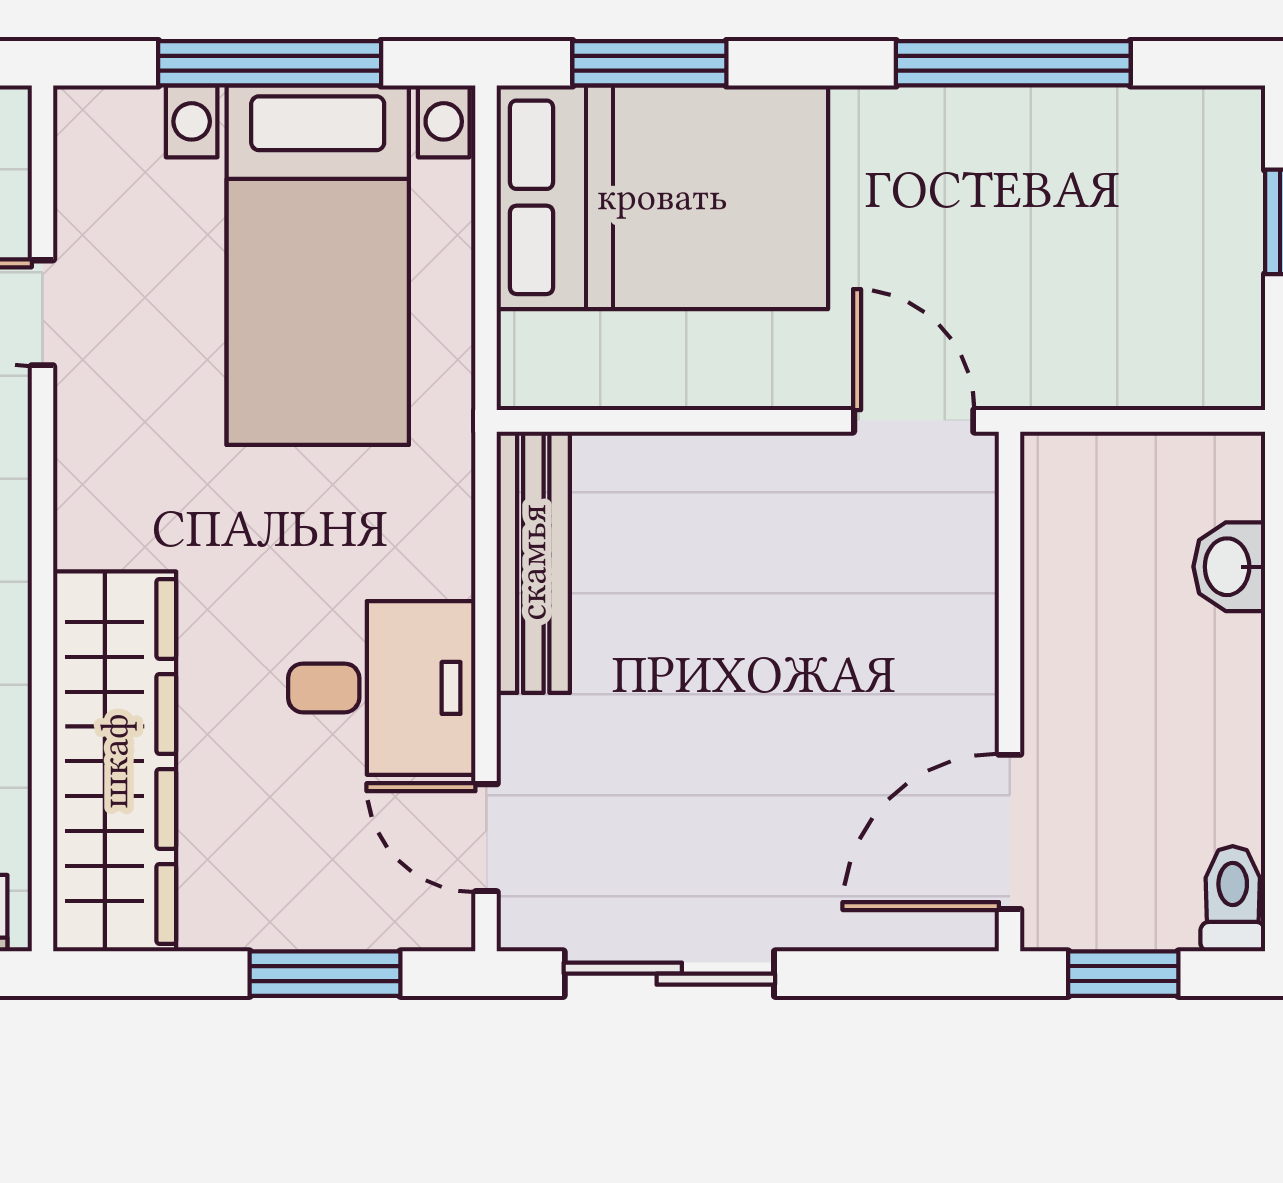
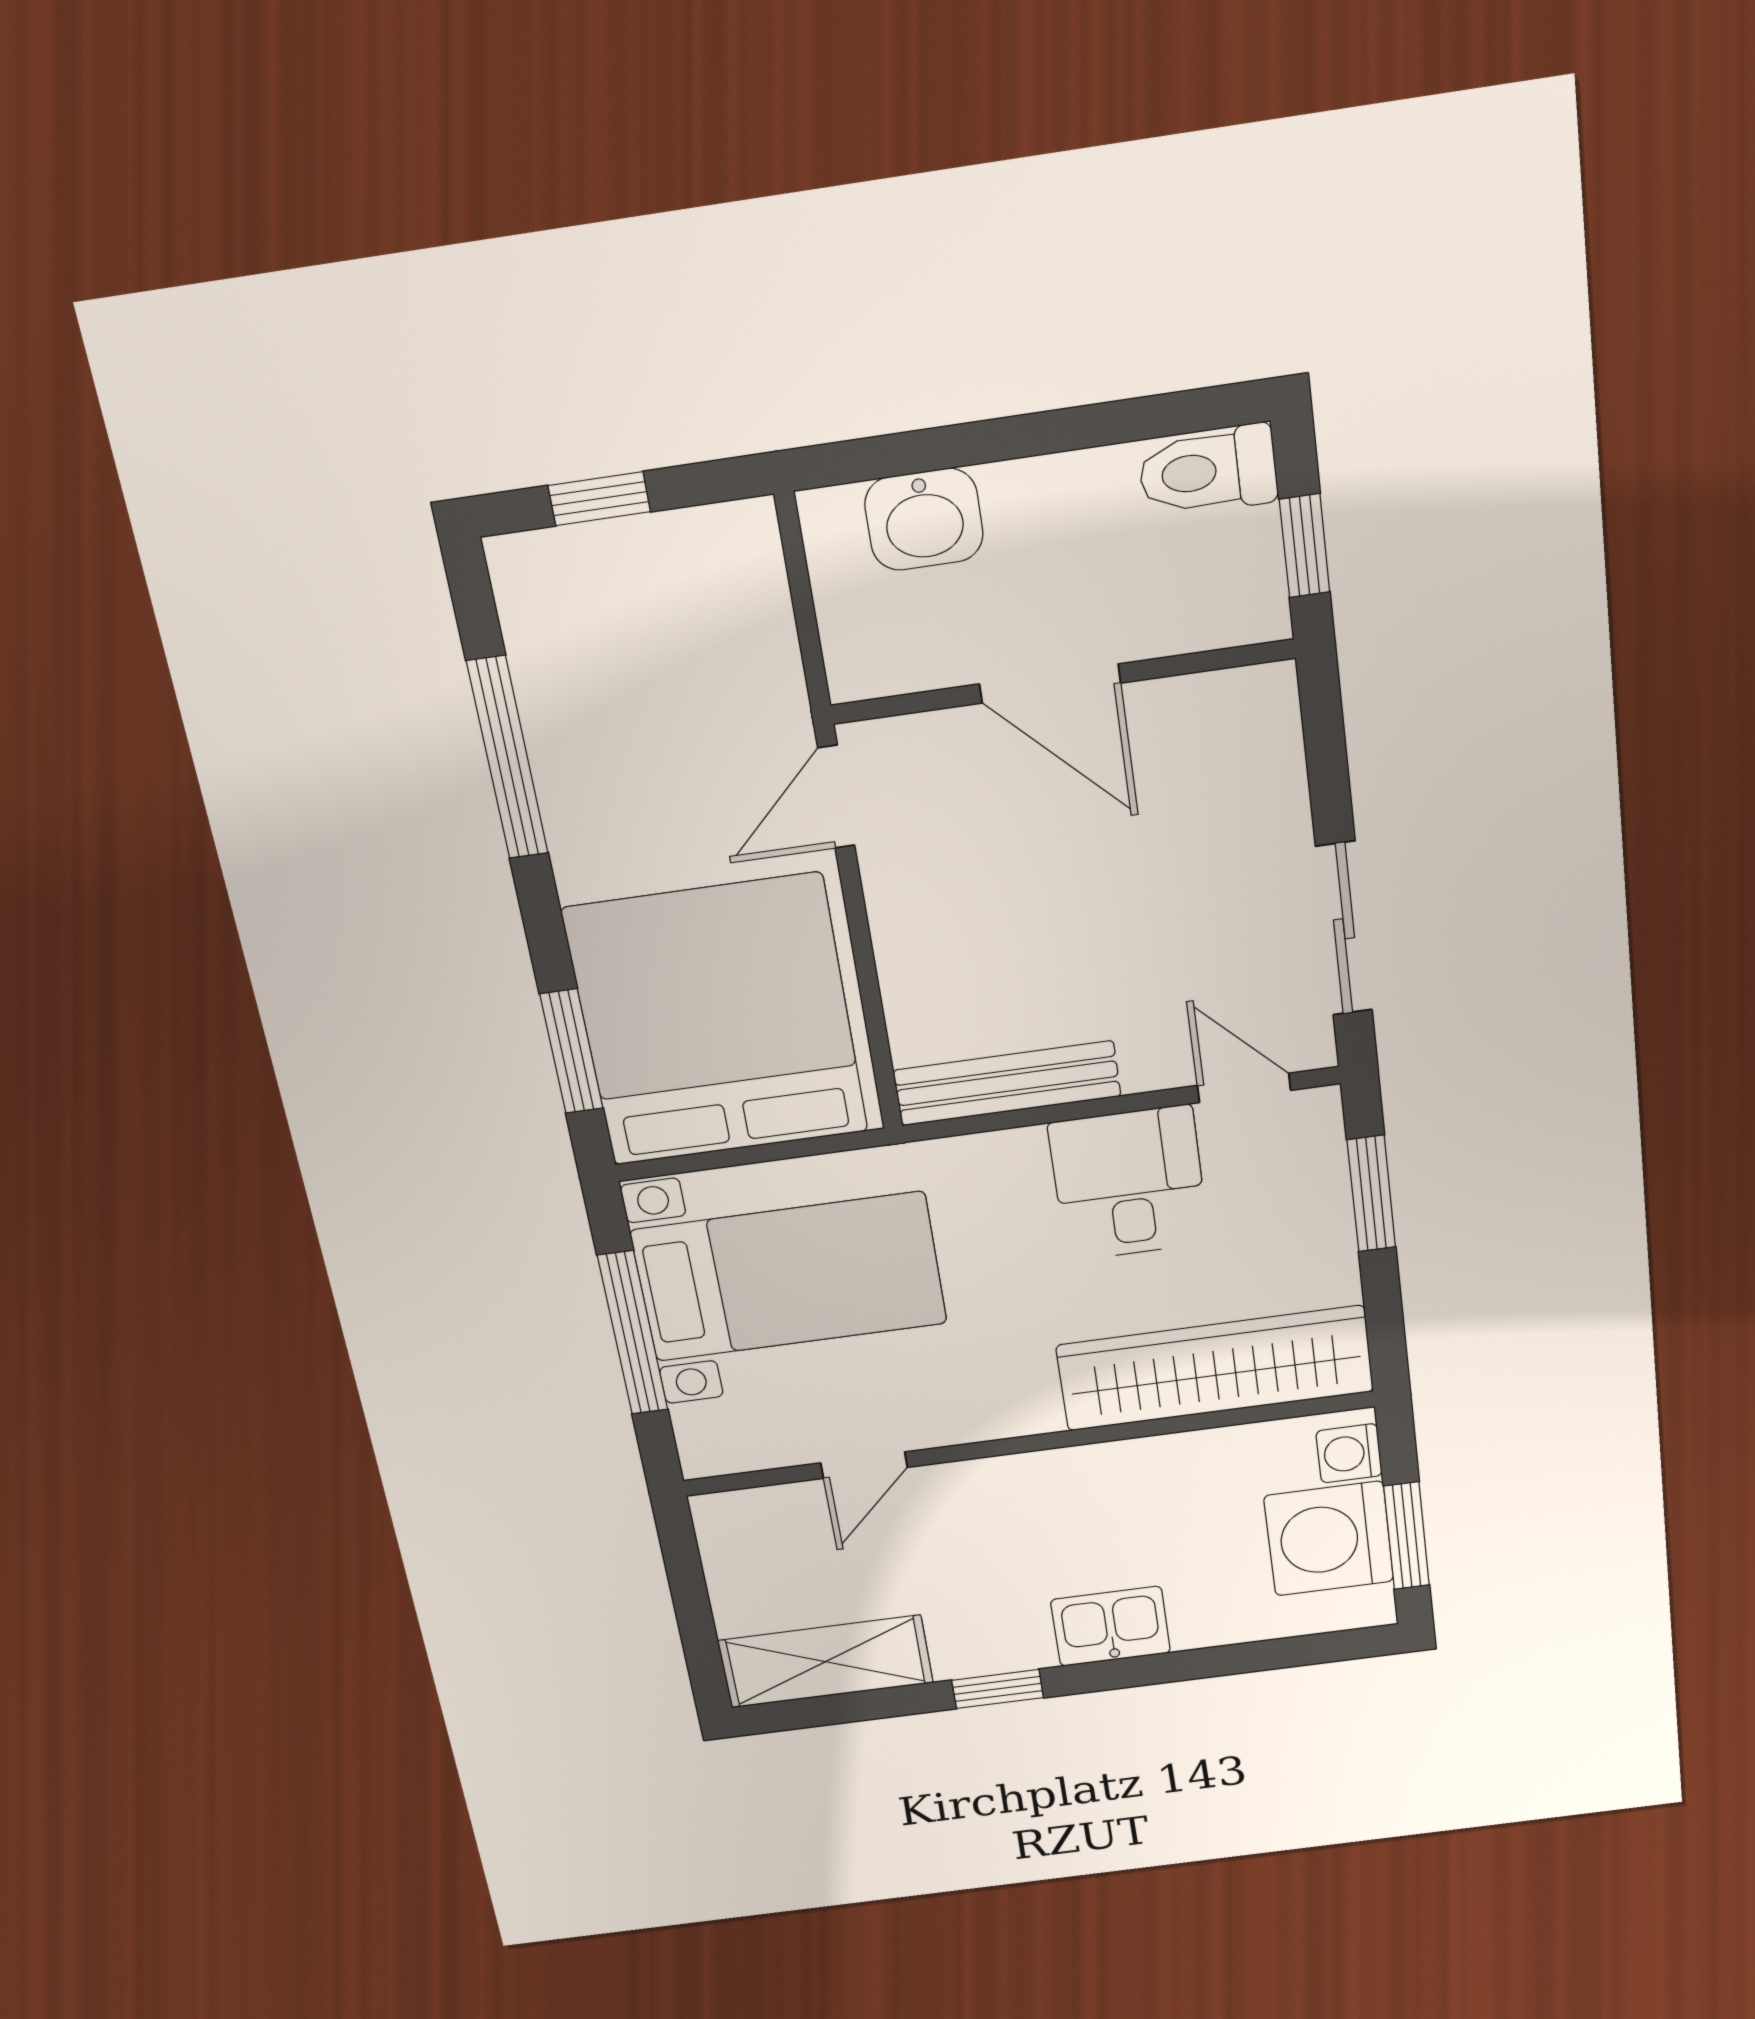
bed: (662, 197) -> (716, 1021), width x1.36
washbasin: (1229, 567) -> (924, 519), width x1.38, depth x1.45
door: (1010, 832) -> (1050, 684), moved
door: (486, 838) -> (1244, 1088), swing flipped
toilet: (1233, 899) -> (1208, 471), width x1.37, depth x1.39

